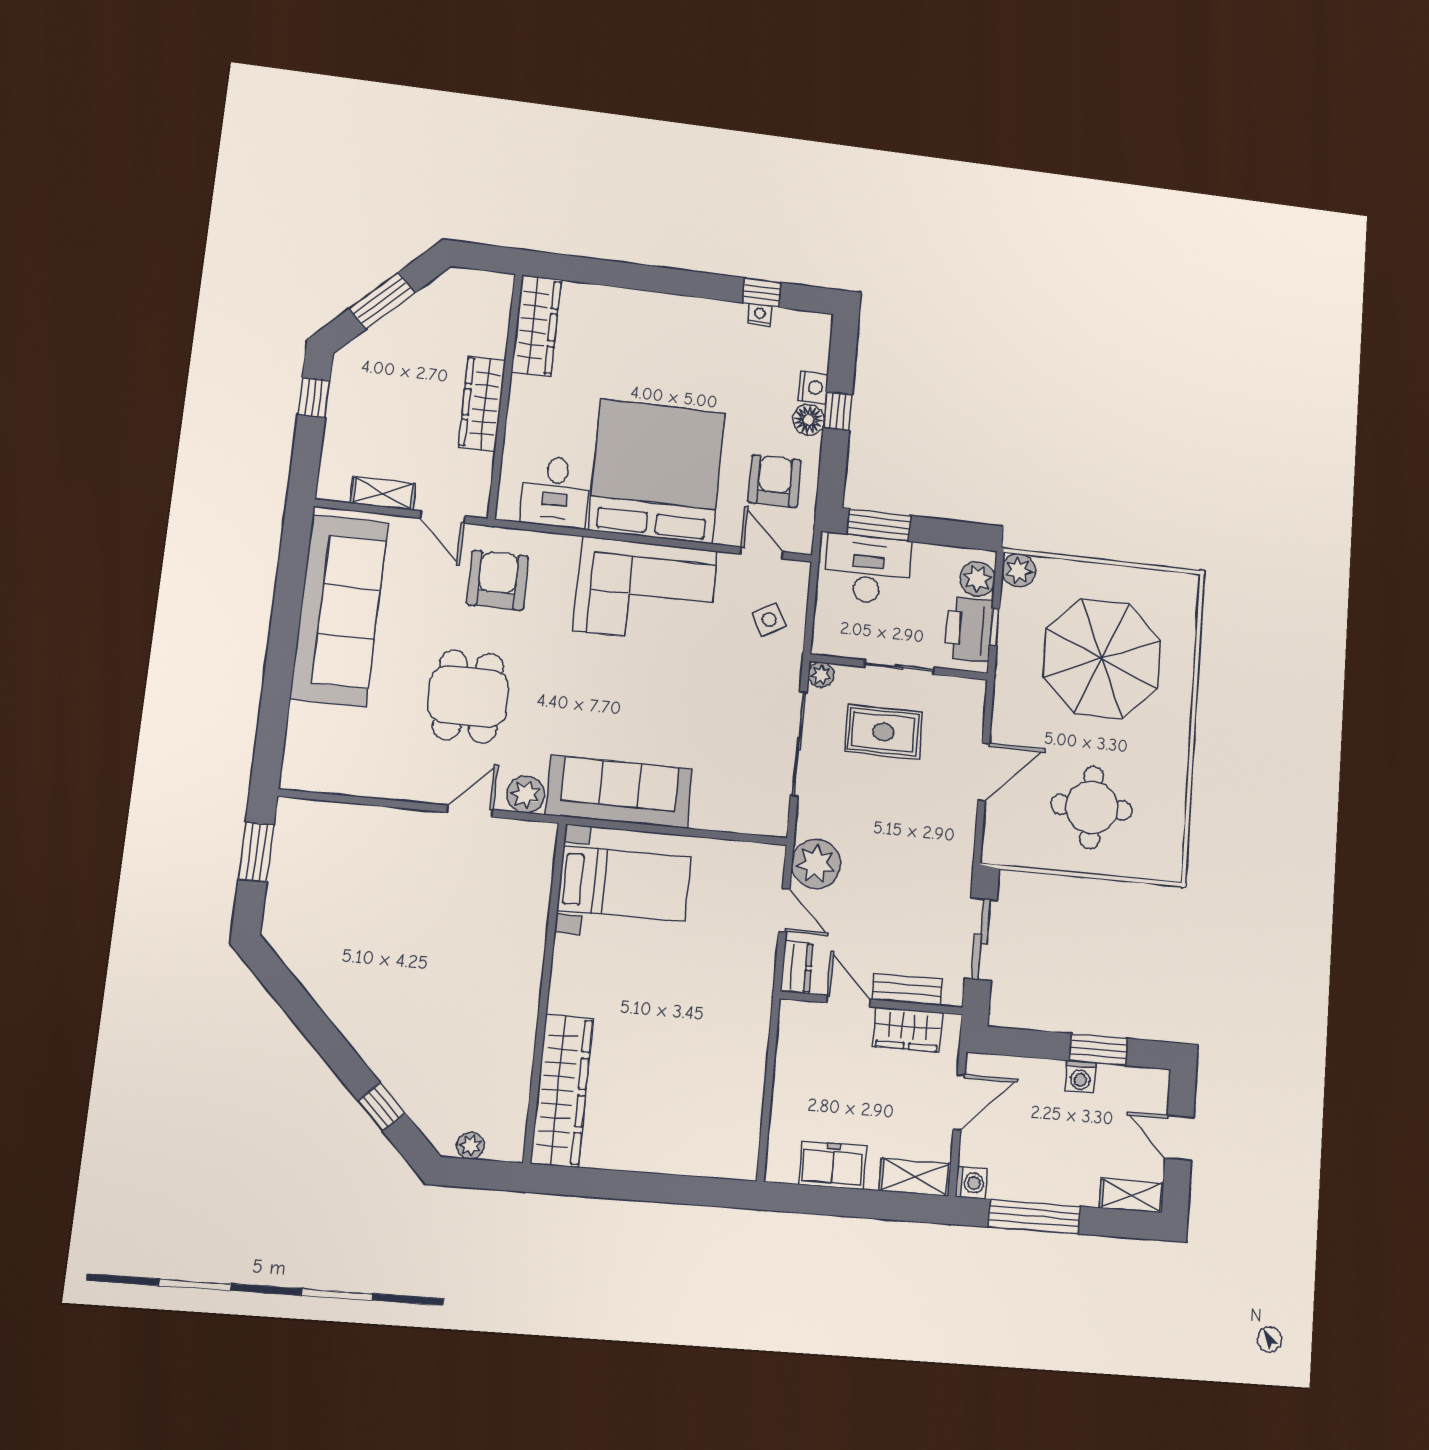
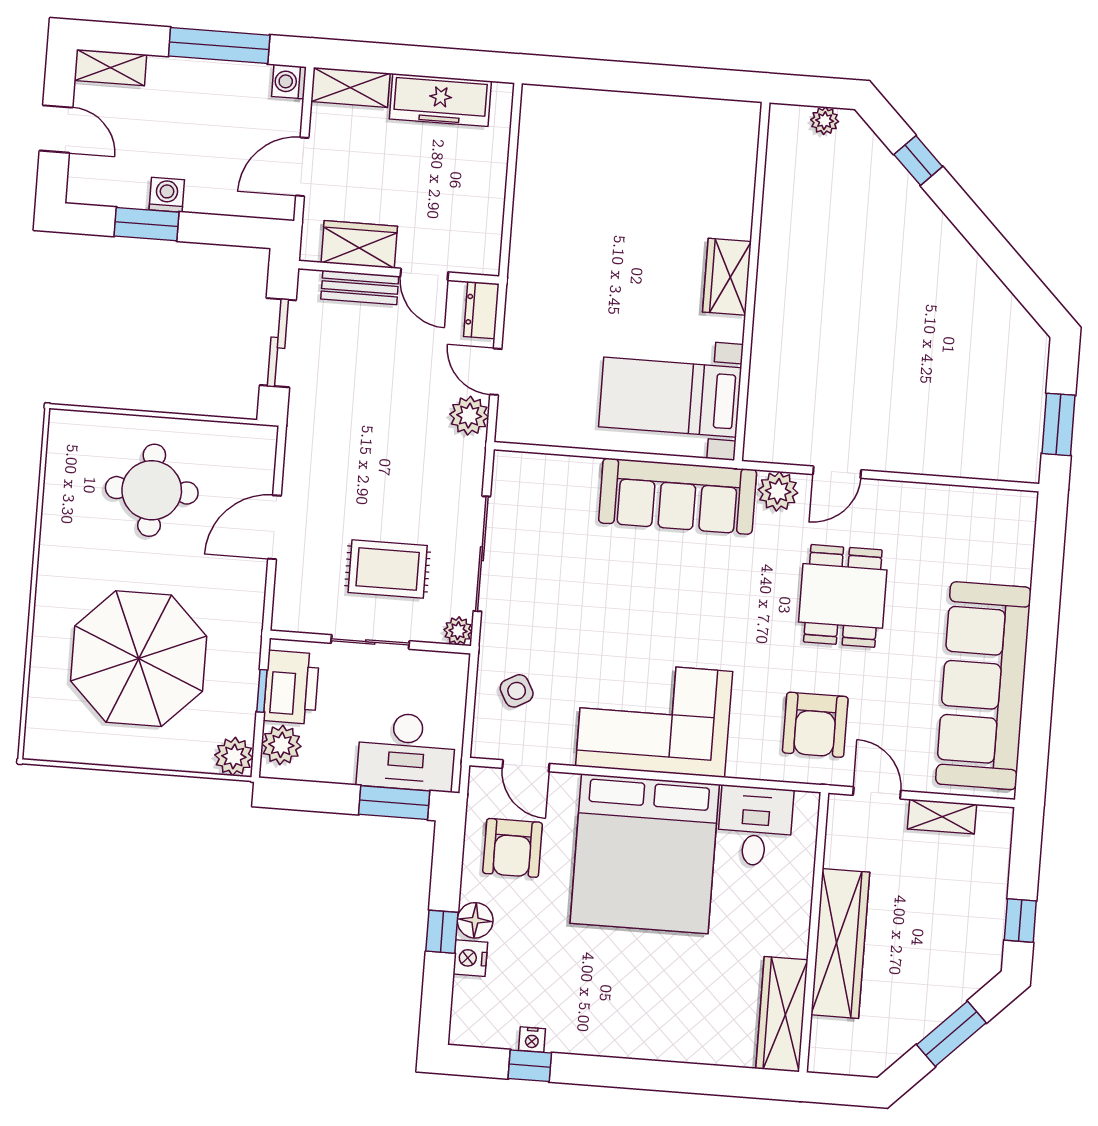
wardrobe: (482, 403) -> (840, 943), width x1.40, depth x1.17
plant: (816, 864) -> (469, 416), width x0.73, depth x0.73
wardrobe: (562, 1091) -> (727, 277), moved, width x0.48, depth x0.85
freezer: (832, 1165) -> (440, 100), width x1.40

